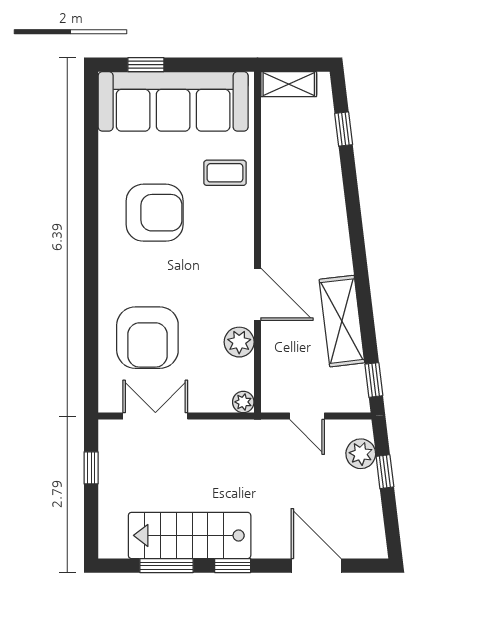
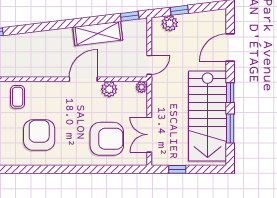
door: (307, 416) -> (149, 65), moved
stairs: (190, 535) -> (208, 116), width x1.36, depth x1.51

